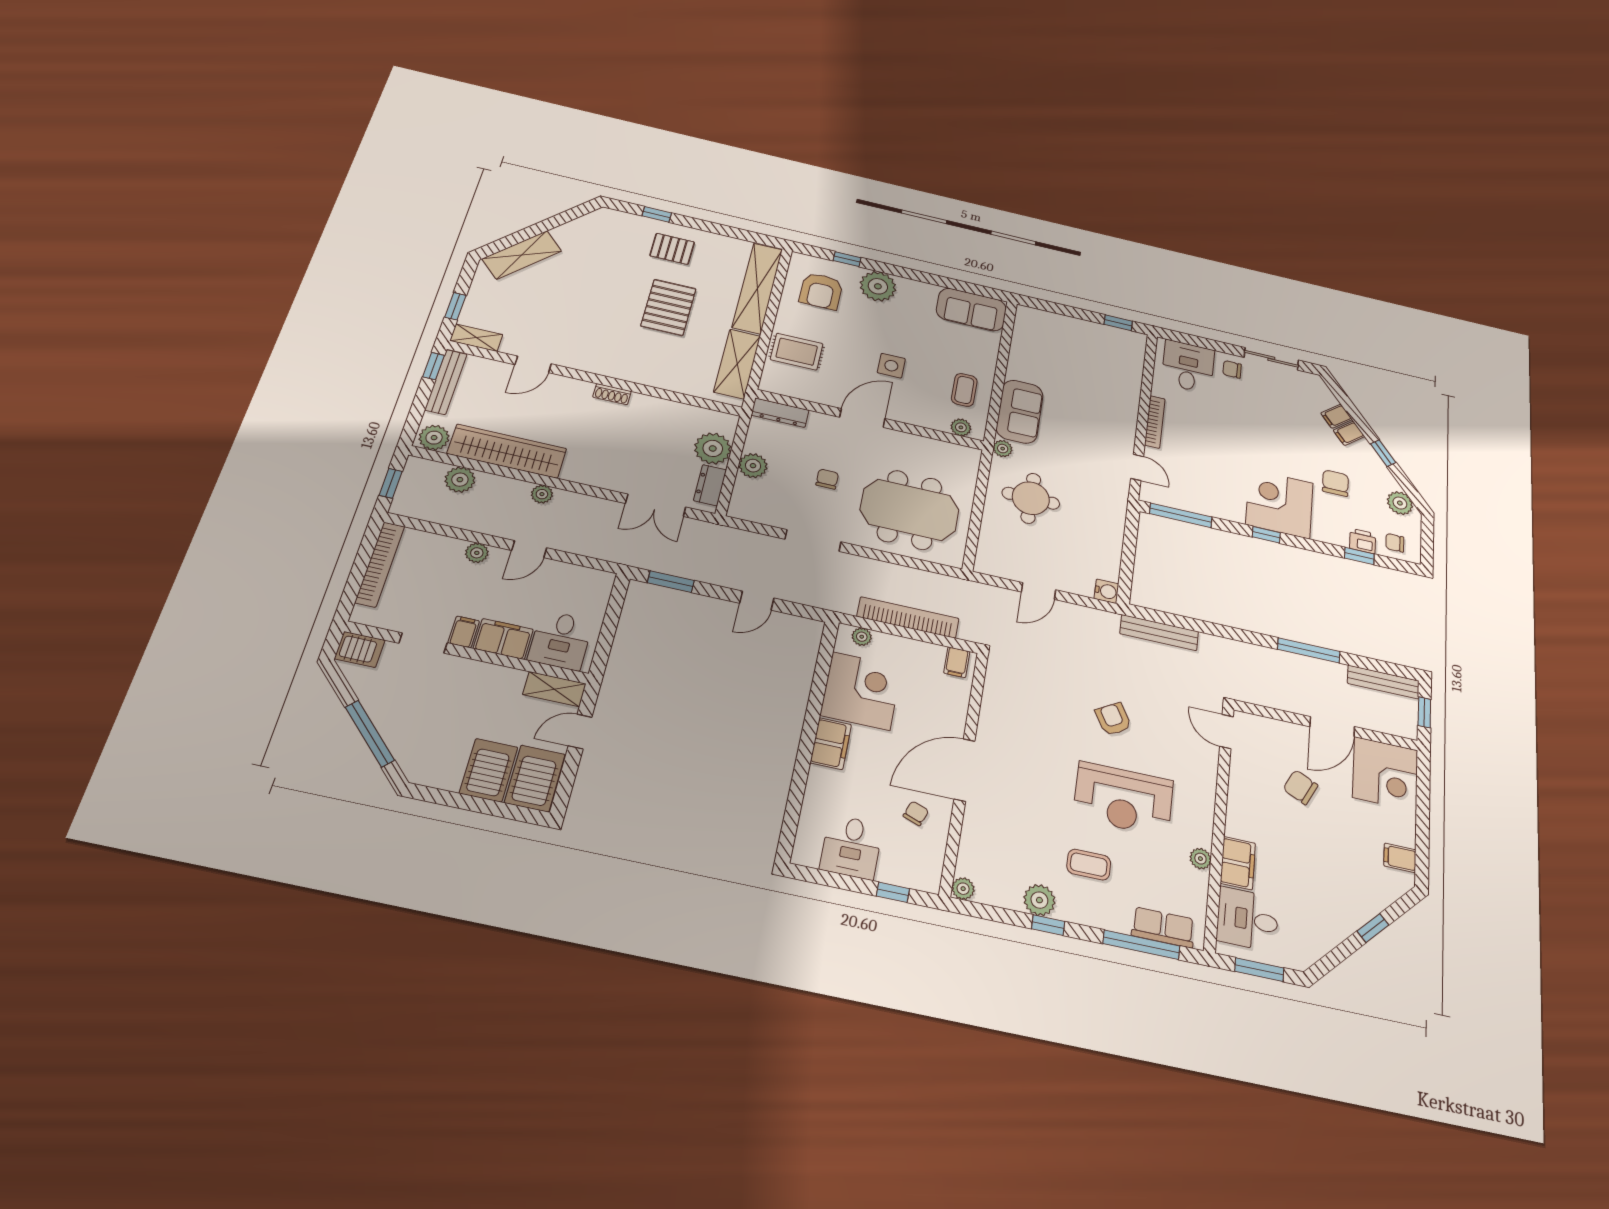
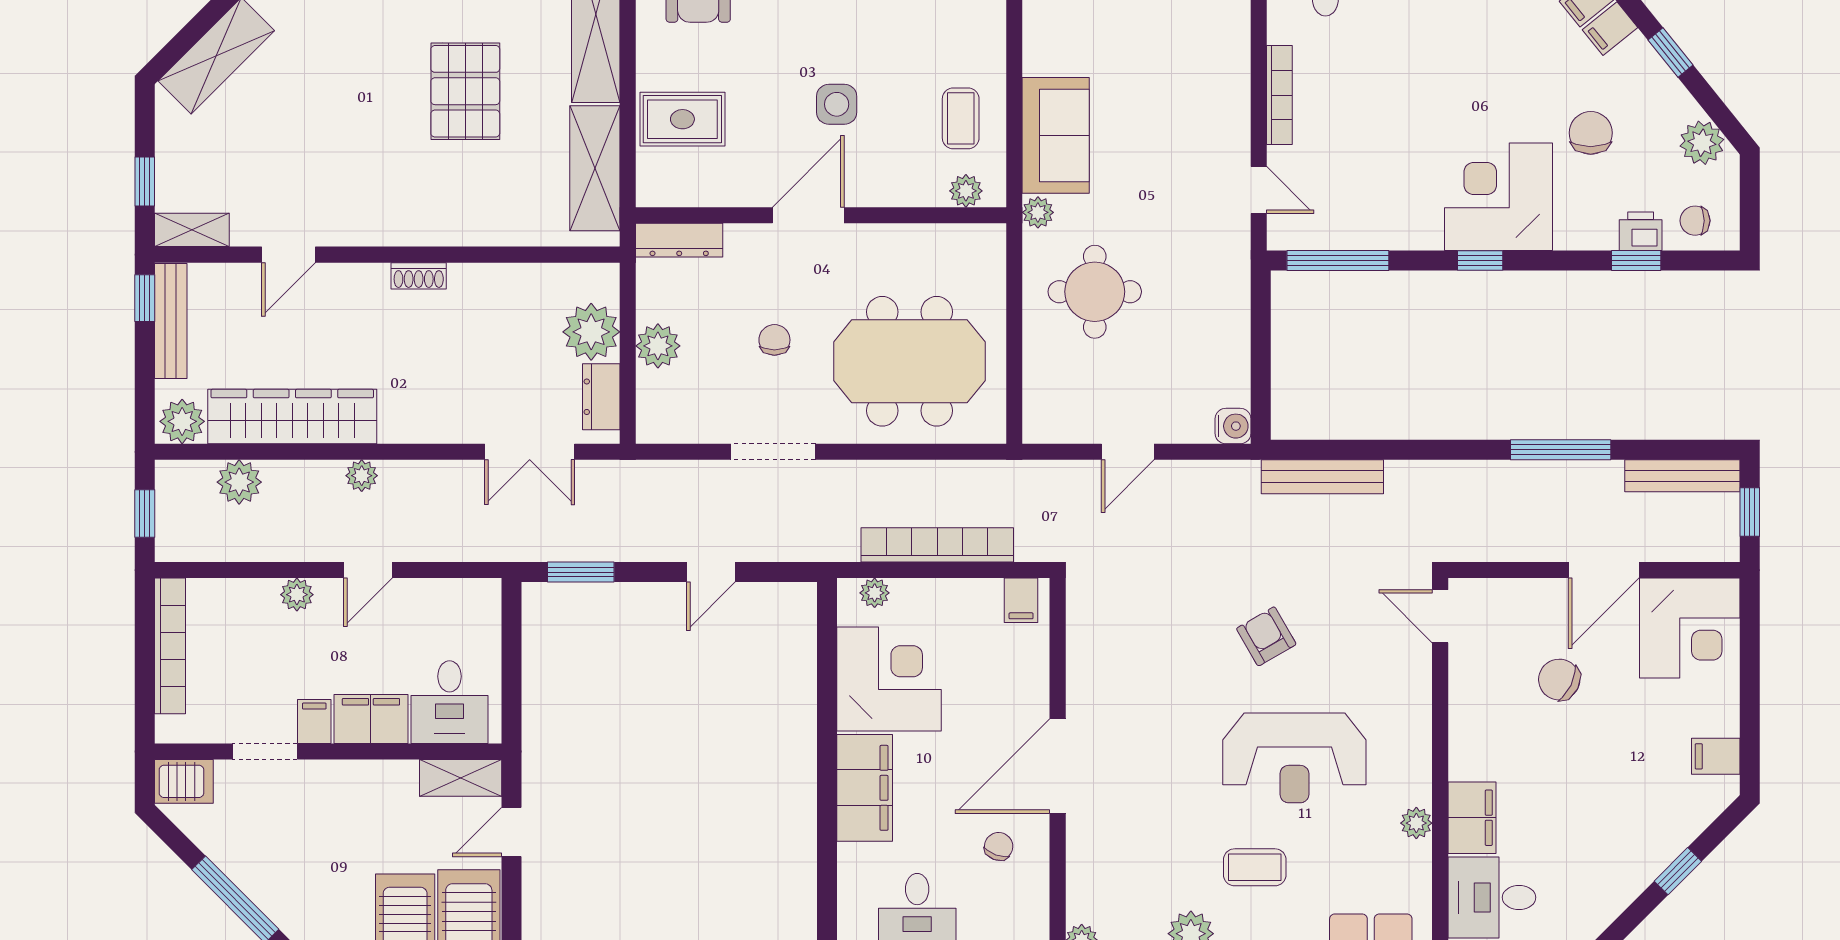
filing cabinet: (831, 744) -> (865, 788), width x1.50, depth x1.17

